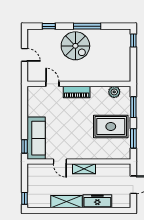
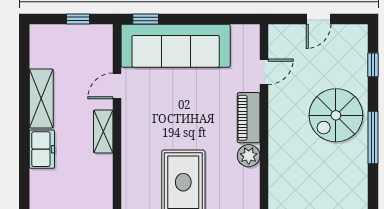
plant: (114, 92) -> (249, 156), moved
sofa: (36, 138) -> (176, 46), width x1.36, depth x1.27
window: (24, 198) -> (78, 19), moved
freezer: (97, 201) -> (42, 149), width x0.71

